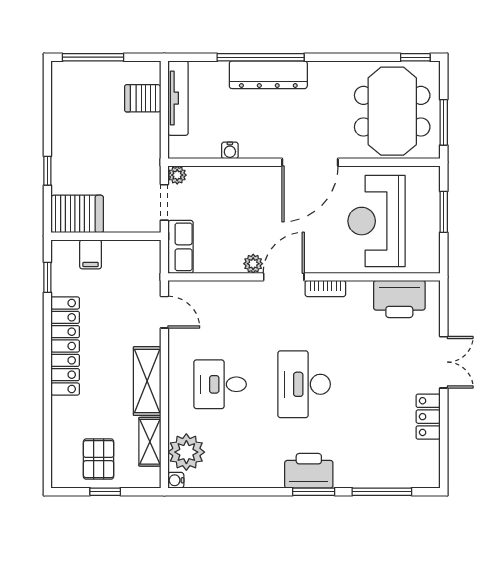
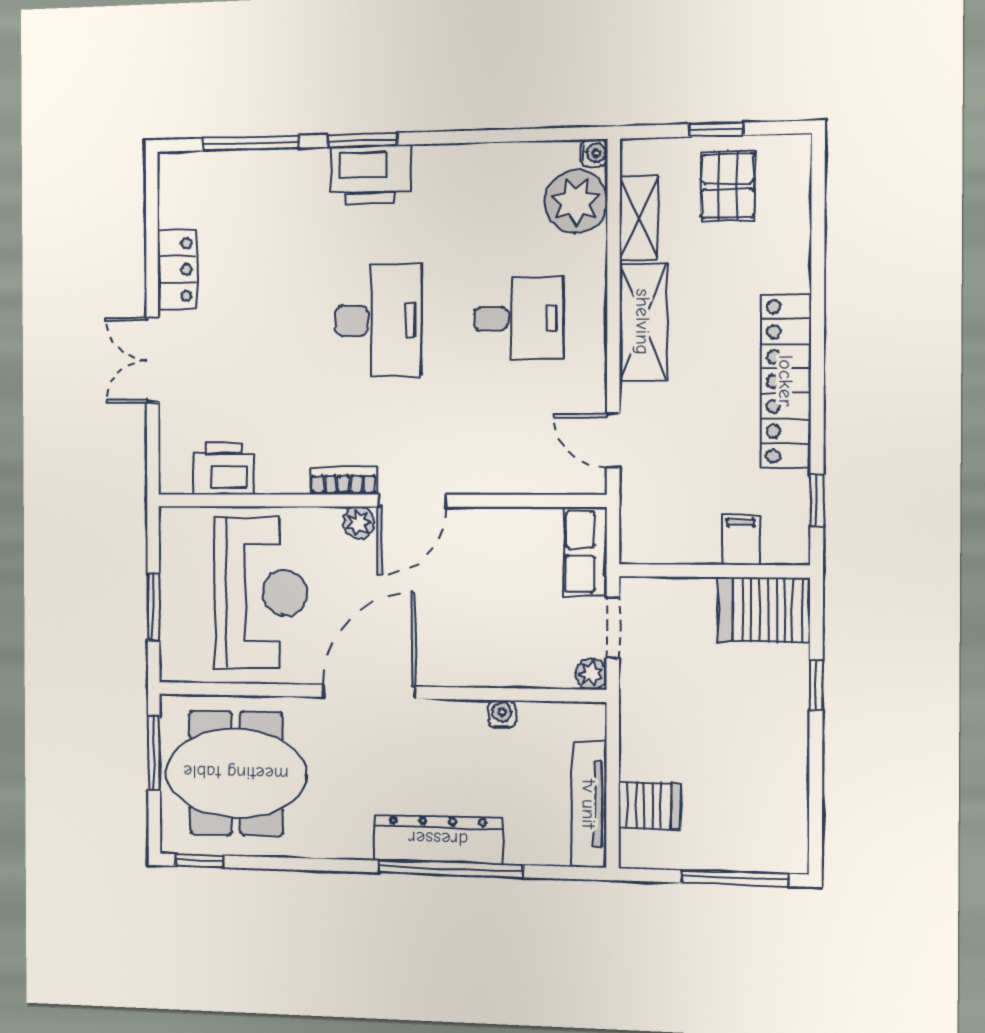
meeting table: (392, 111) -> (236, 773), turned 90
plant: (253, 264) -> (359, 523), moved
printer: (399, 299) -> (224, 469), width x0.73, depth x0.84

